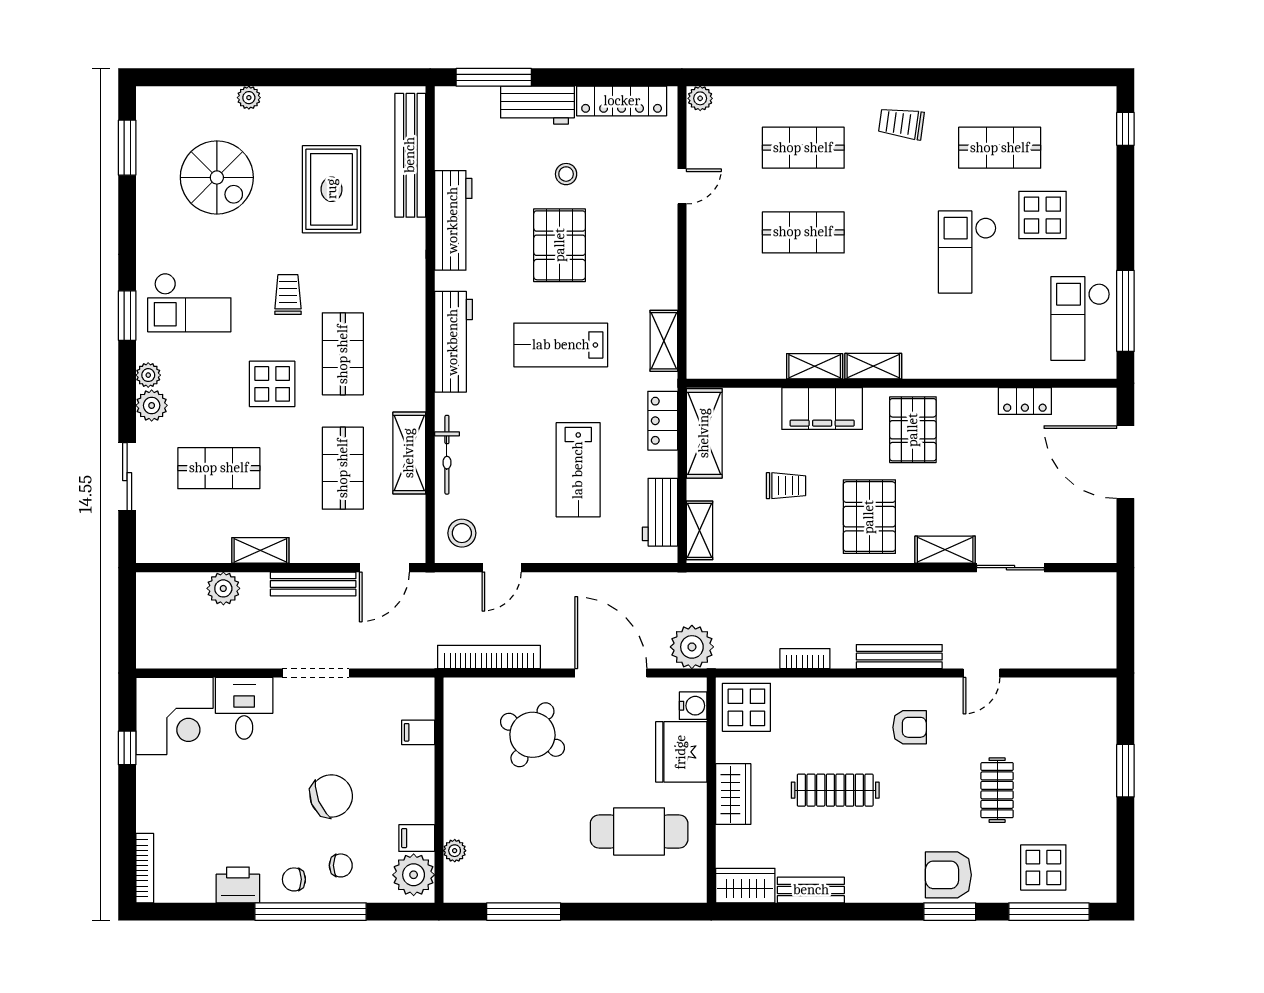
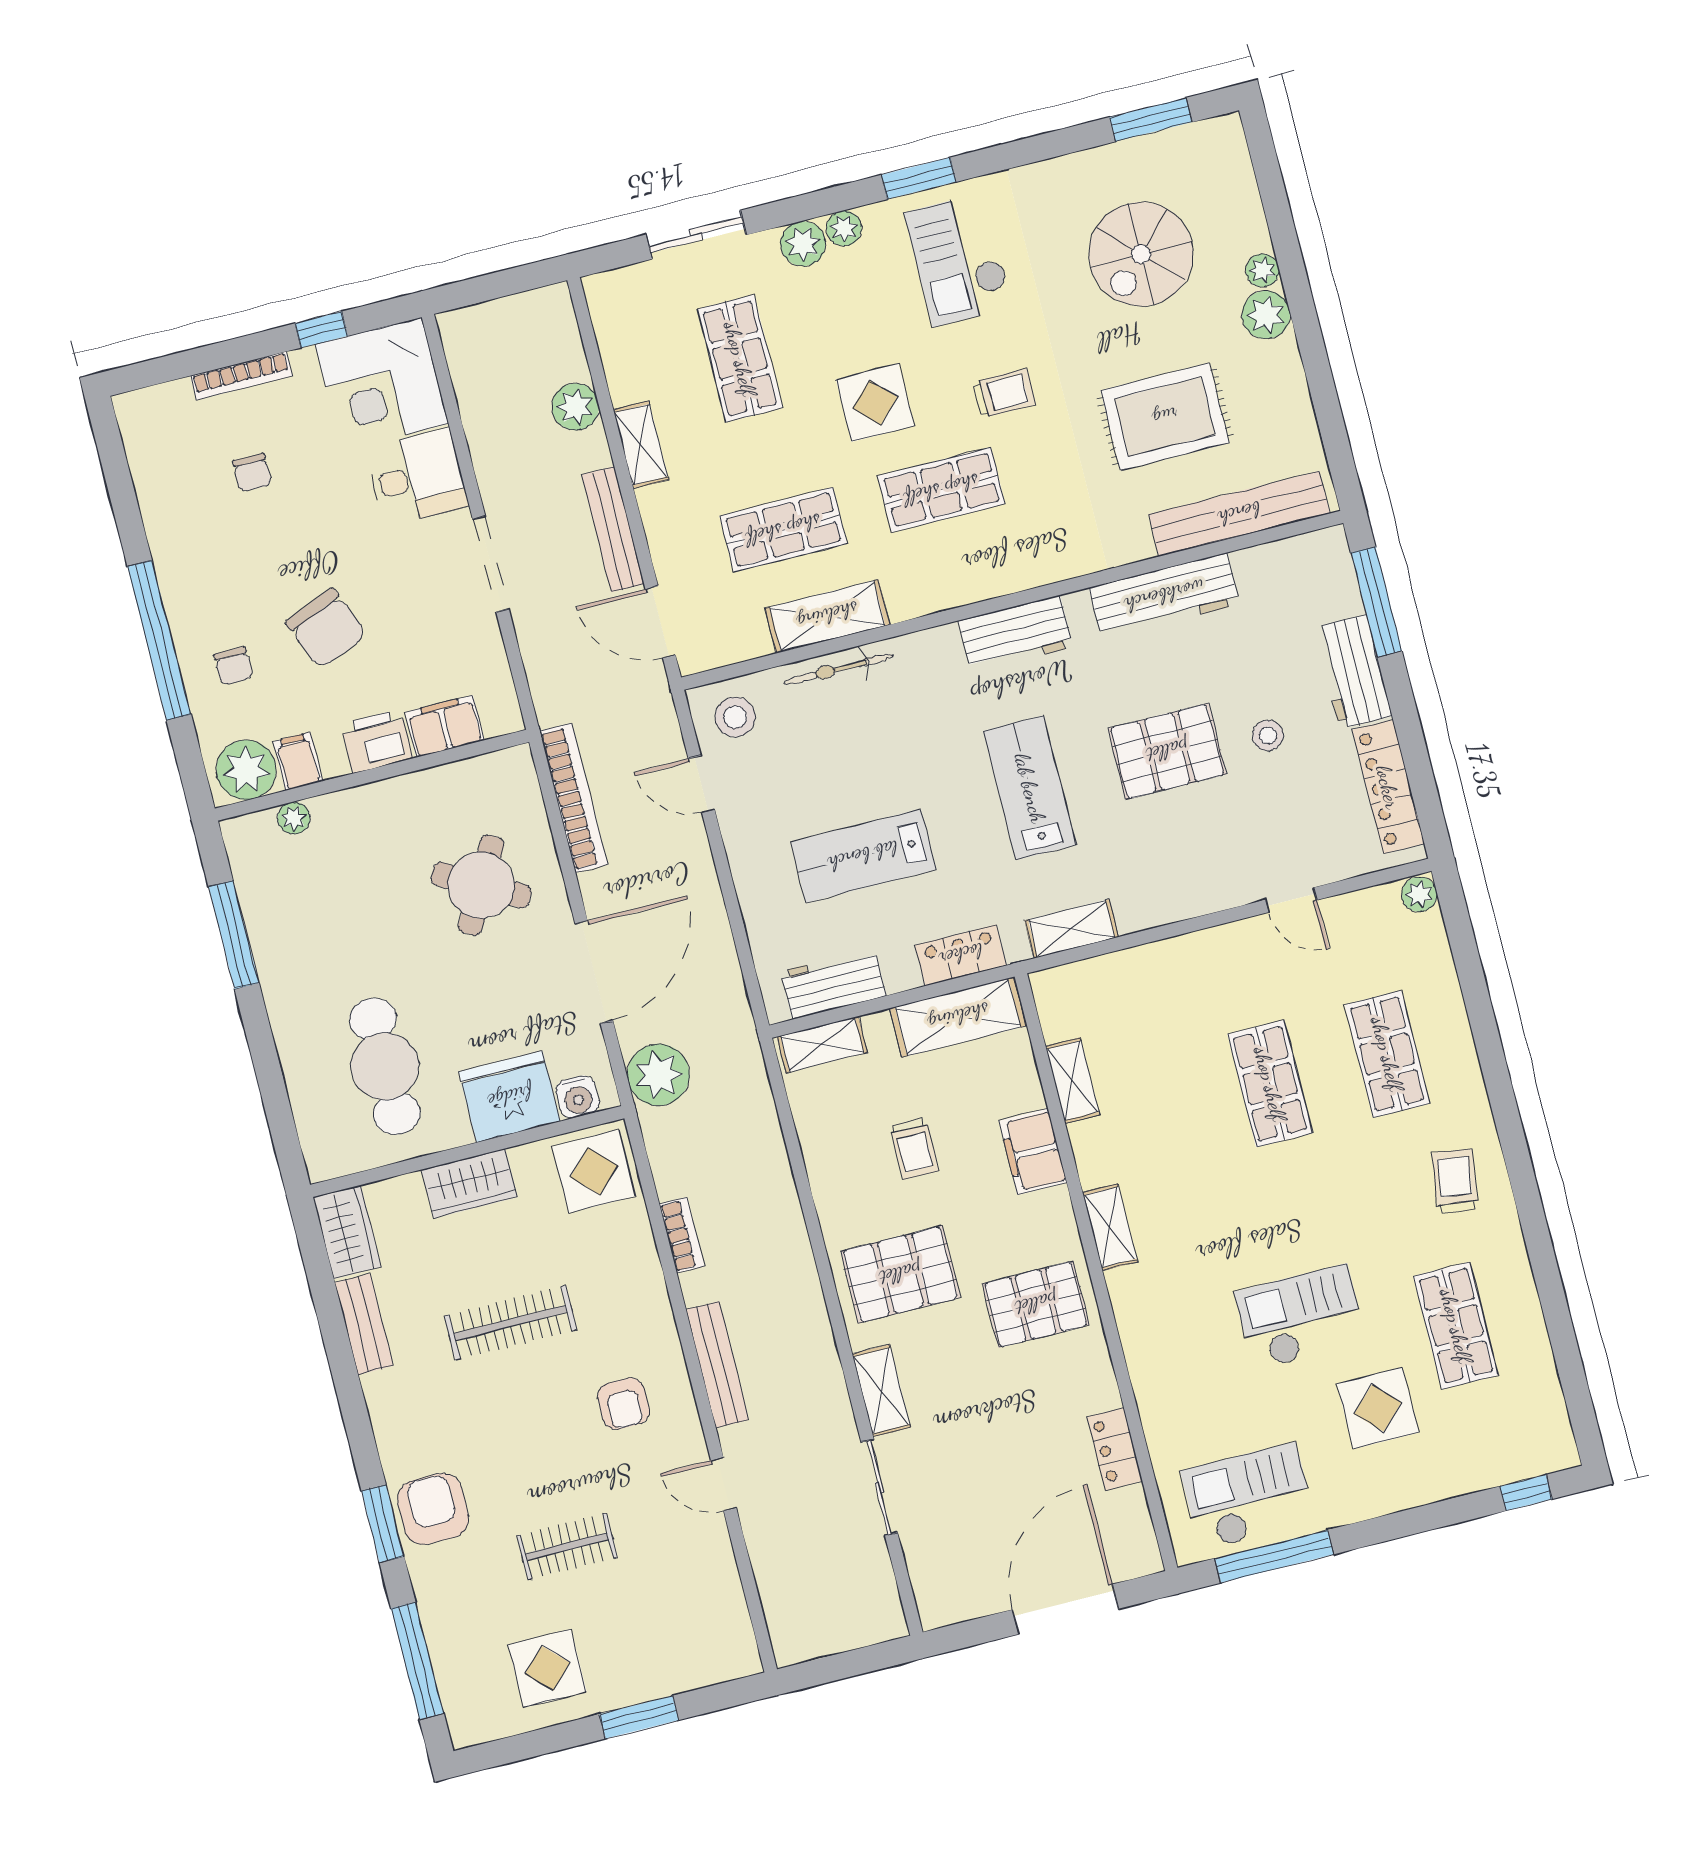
plant: (280, 103) -> (1266, 315), added
workbench: (453, 342) -> (1016, 634), width x0.73
shelving: (815, 366) -> (1073, 1080), moved
filing cabinet: (822, 408) -> (1033, 1152), width x0.67, depth x0.86
filing cabinet: (418, 732) -> (445, 726), width x2.00
clothes rail: (835, 790) -> (511, 1323), turned 90
display table: (1043, 867) -> (547, 1668), moved
bookcase: (145, 868) -> (241, 376), moved
chair: (294, 879) -> (252, 473), moved, turned 180
printer: (238, 885) -> (377, 741), moved, turned -90

